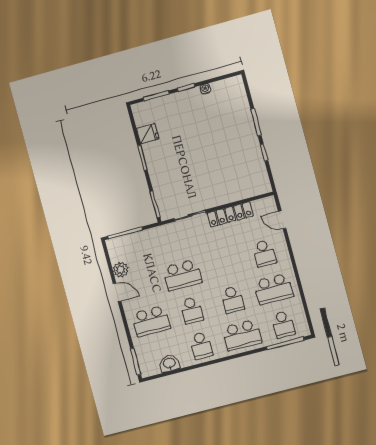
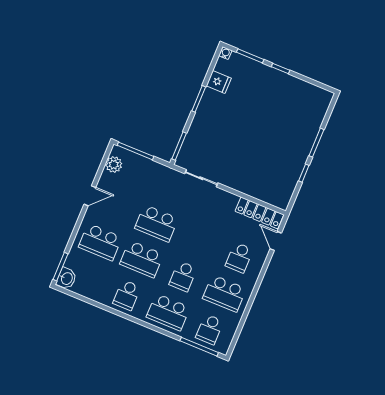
water cooler: (205, 89) -> (226, 53), moved
locker: (230, 214) -> (259, 213), moved
plant: (121, 270) -> (114, 165), moved
door: (117, 292) -> (90, 196), hinge flipped
school desk: (192, 310) -> (142, 259), width x1.85
washbasin: (169, 363) -> (66, 278), moved, turned 90

